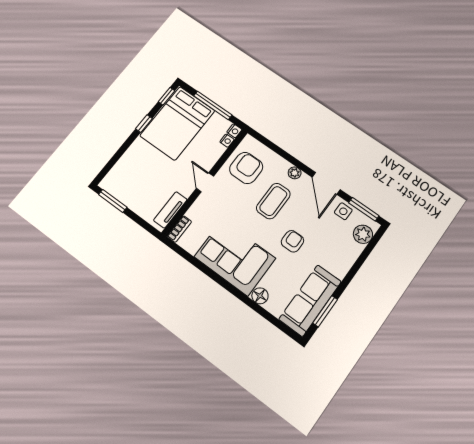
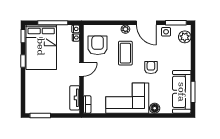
door: (205, 182) -> (82, 69), swing flipped

